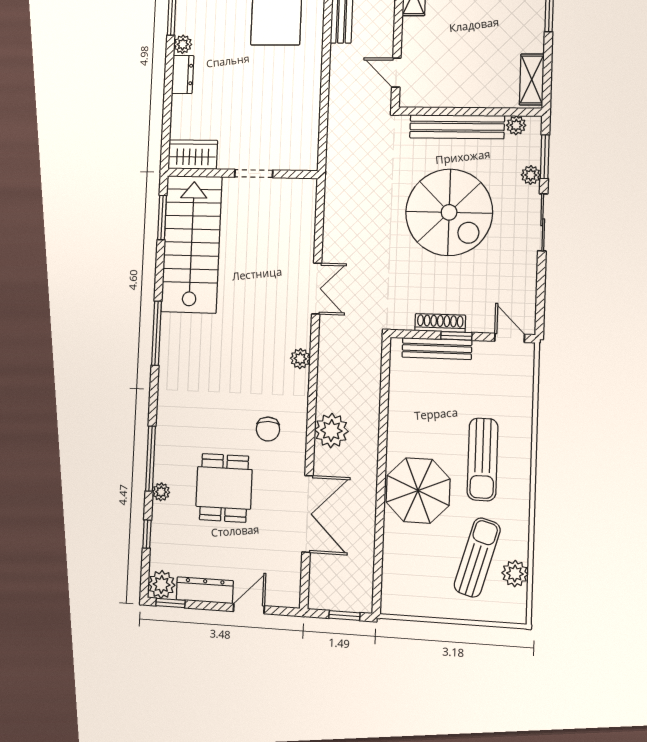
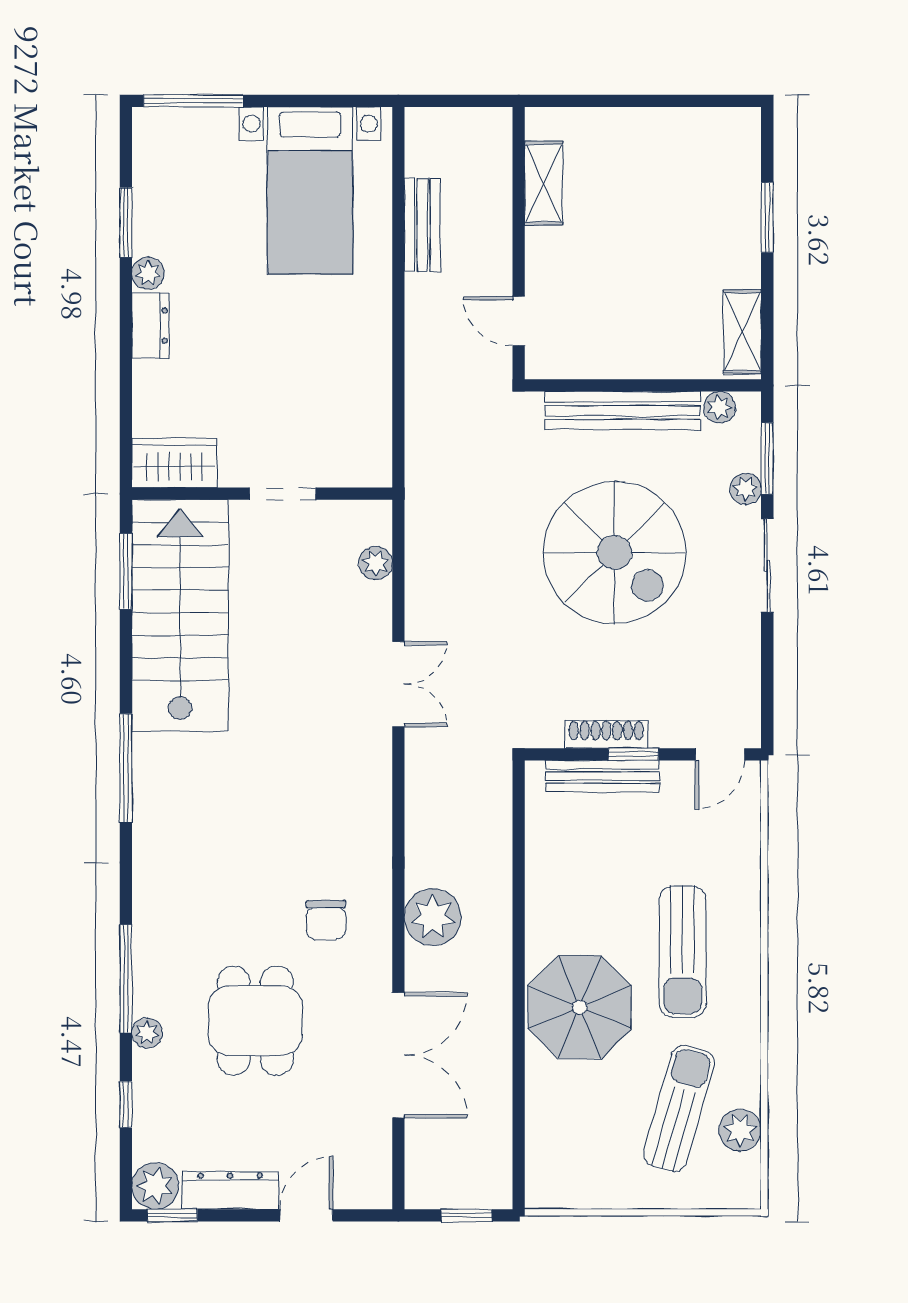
door: (510, 338) -> (720, 754), swing flipped
plant: (300, 359) -> (376, 563), moved

